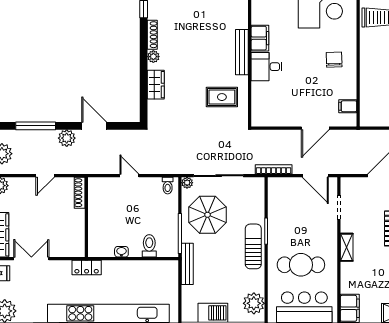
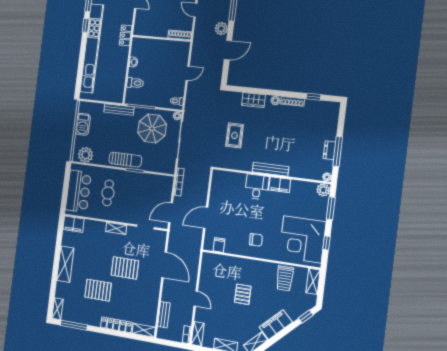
rug: (222, 97) -> (235, 135), moved
door: (315, 128) -> (206, 218), hinge flipped
cafe table: (301, 265) -> (108, 193), width x0.73, depth x0.74

